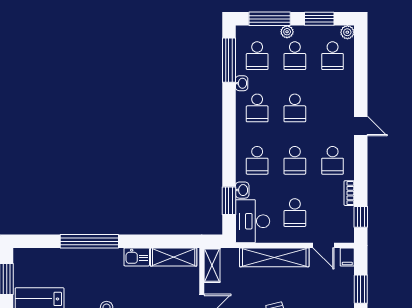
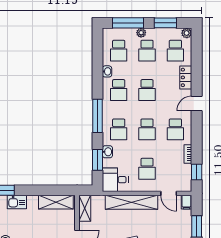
window: (229, 60) -> (97, 116), moved
locker: (346, 91) -> (186, 77), added
door: (361, 126) -> (197, 104), swing flipped
desk: (253, 221) -> (115, 180), width x0.73
kitchen sink: (137, 257) -> (17, 202), moved

